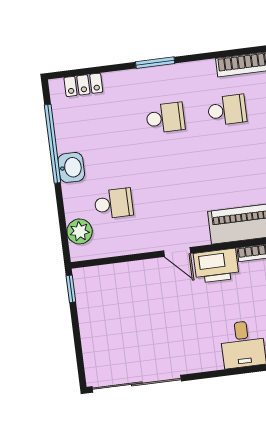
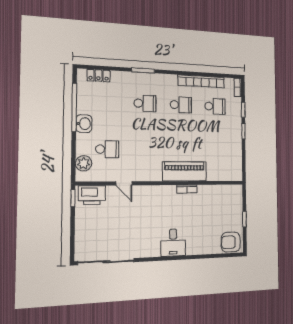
door: (177, 252) -> (124, 183), moved
printer: (216, 266) -> (92, 195), moved

